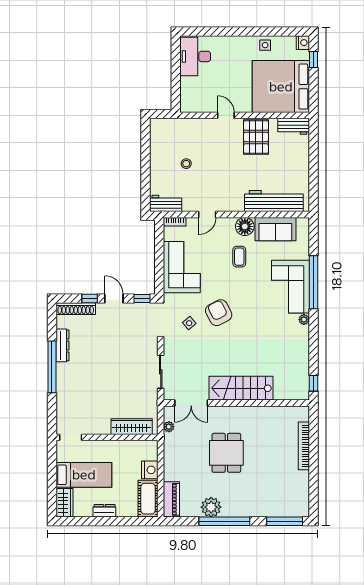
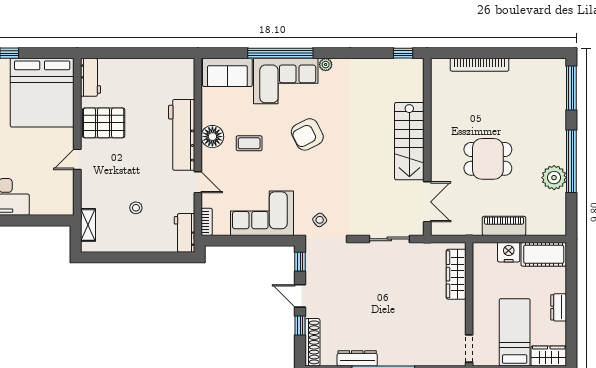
shelving: (172, 124) -> (88, 225), added
workbench: (274, 201) -> (182, 135), moved
sofa: (275, 229) -> (227, 72), moved, turned 90
door: (114, 298) -> (300, 296), hinge flipped
armchair: (219, 313) -> (307, 134), moved
side table: (189, 323) -> (320, 220), moved
plant: (169, 427) -> (456, 229), removed
piano: (171, 499) -> (504, 226), moved

